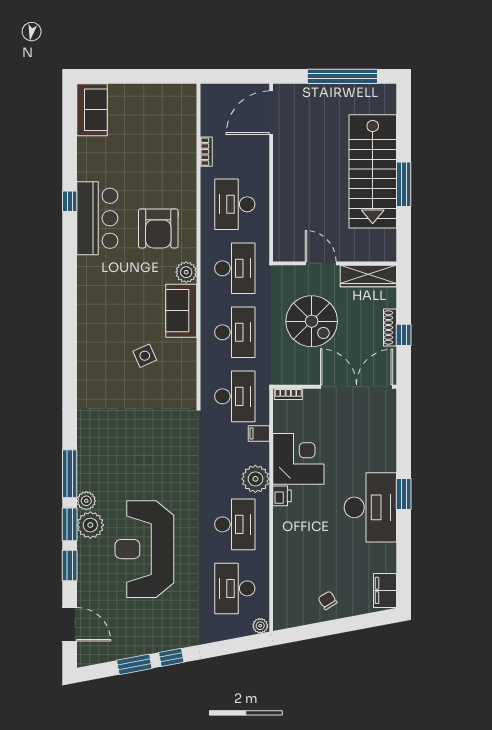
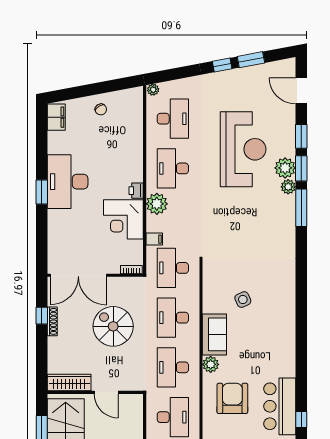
door: (321, 263) -> (106, 392), moved
wall: (335, 263) -> (95, 392), moved
wardrobe: (368, 276) -> (69, 383), moved

